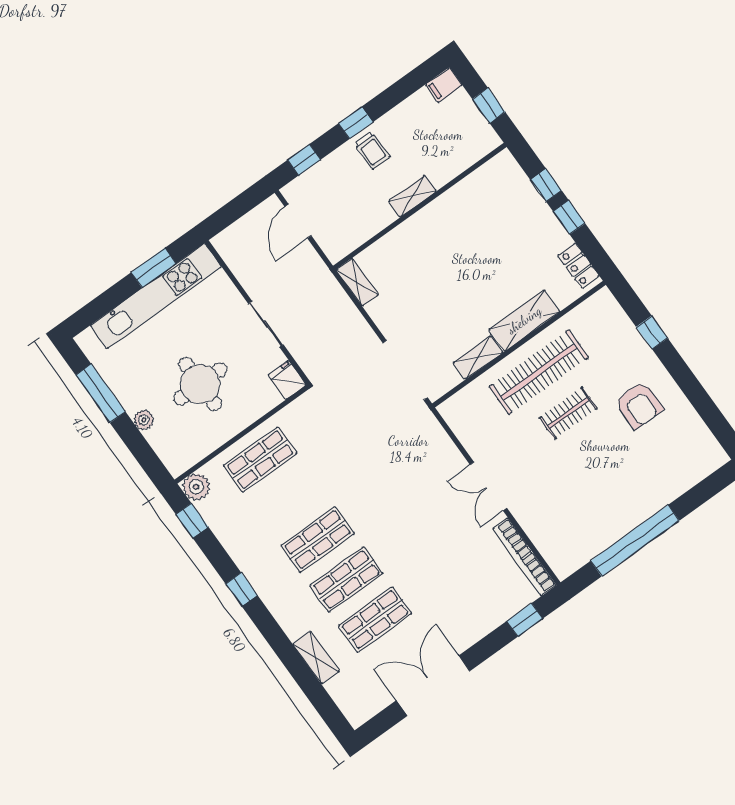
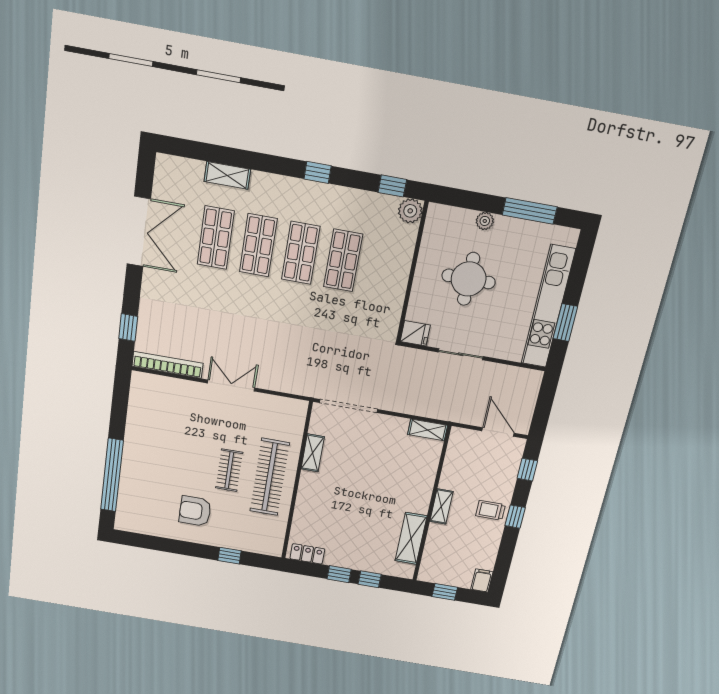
shelving: (524, 320) -> (411, 538), moved
shop shelf: (260, 460) -> (343, 260), moved
window: (635, 541) -> (112, 475), moved

